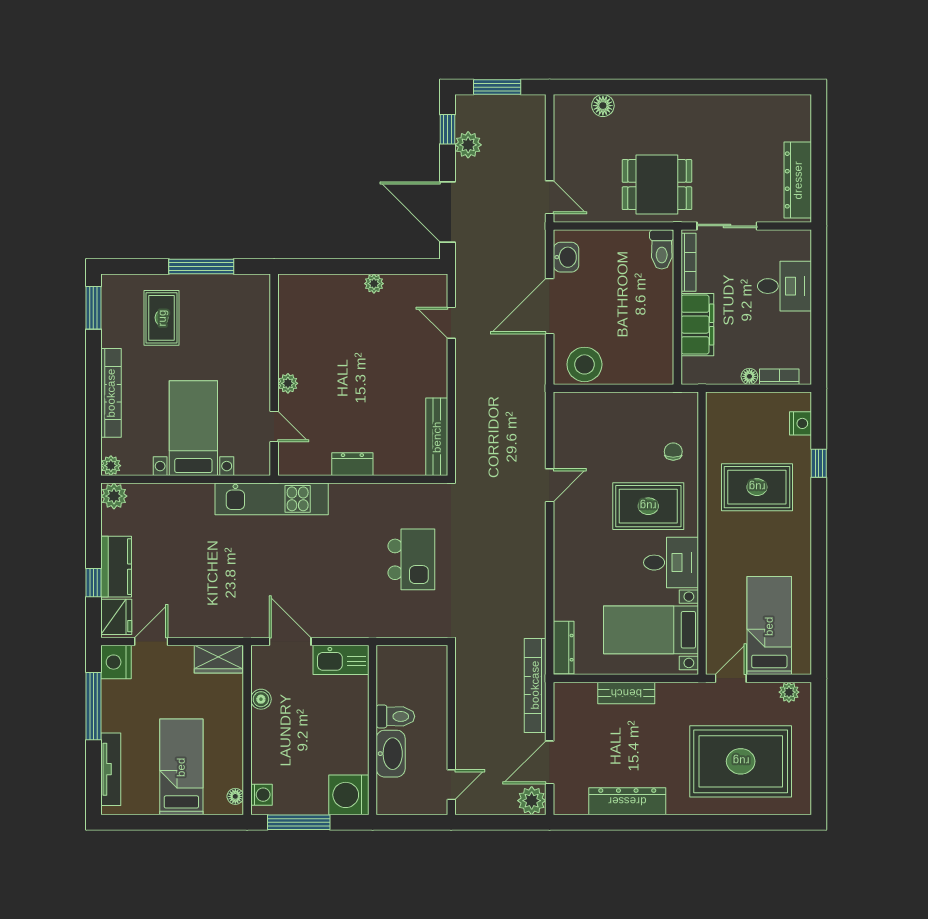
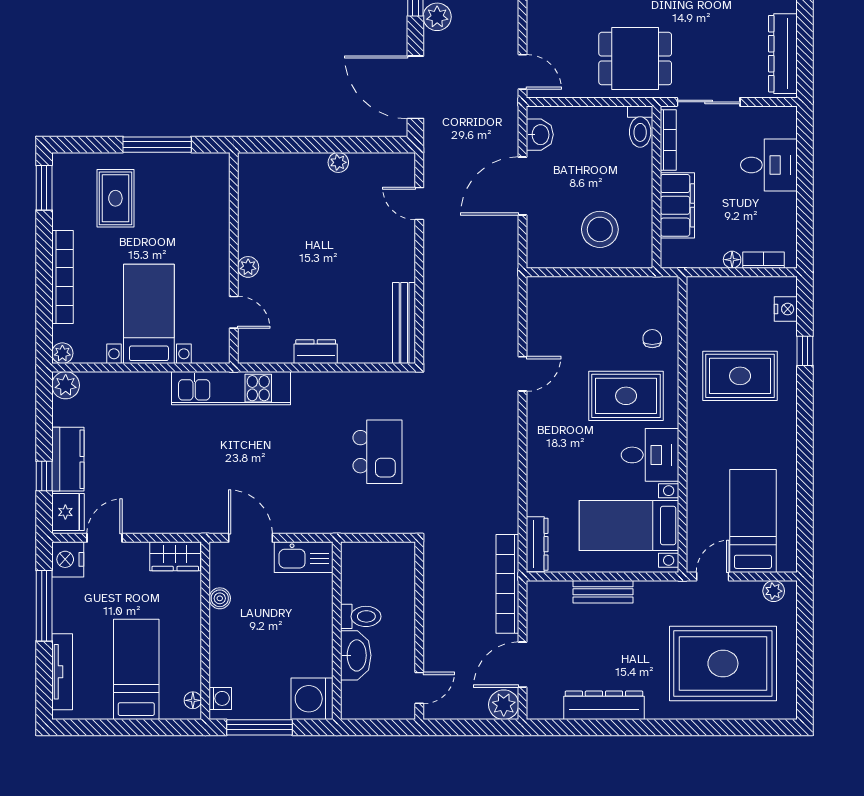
stool: (584, 364) -> (600, 229), moved

